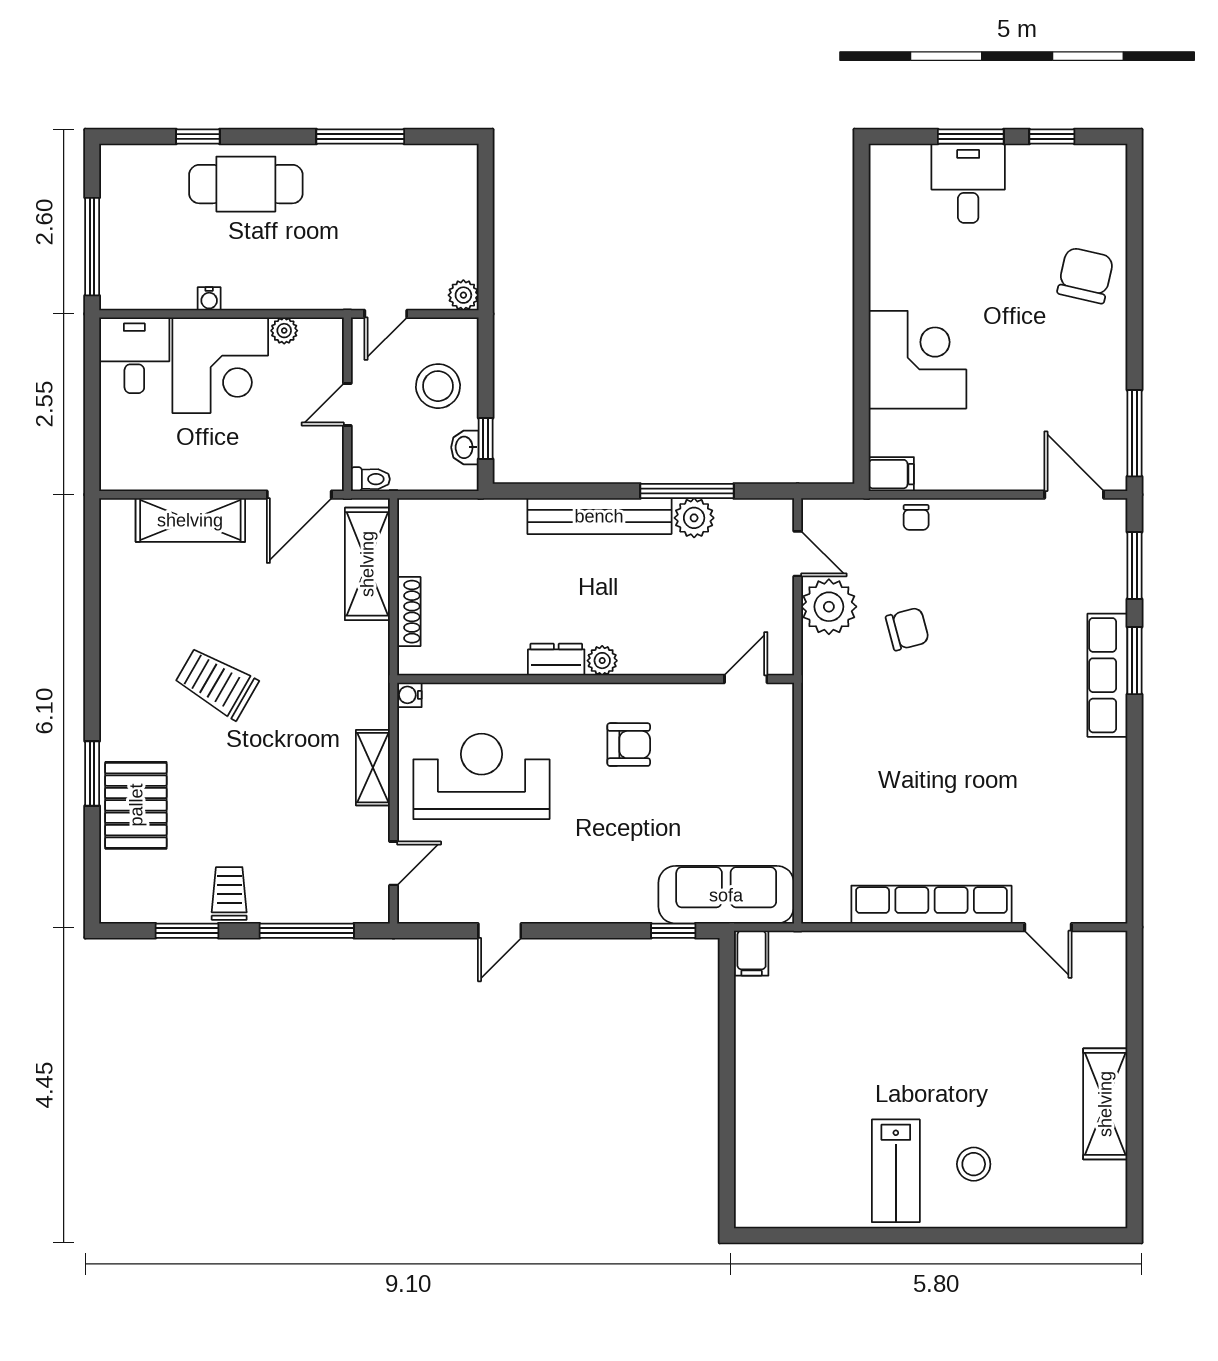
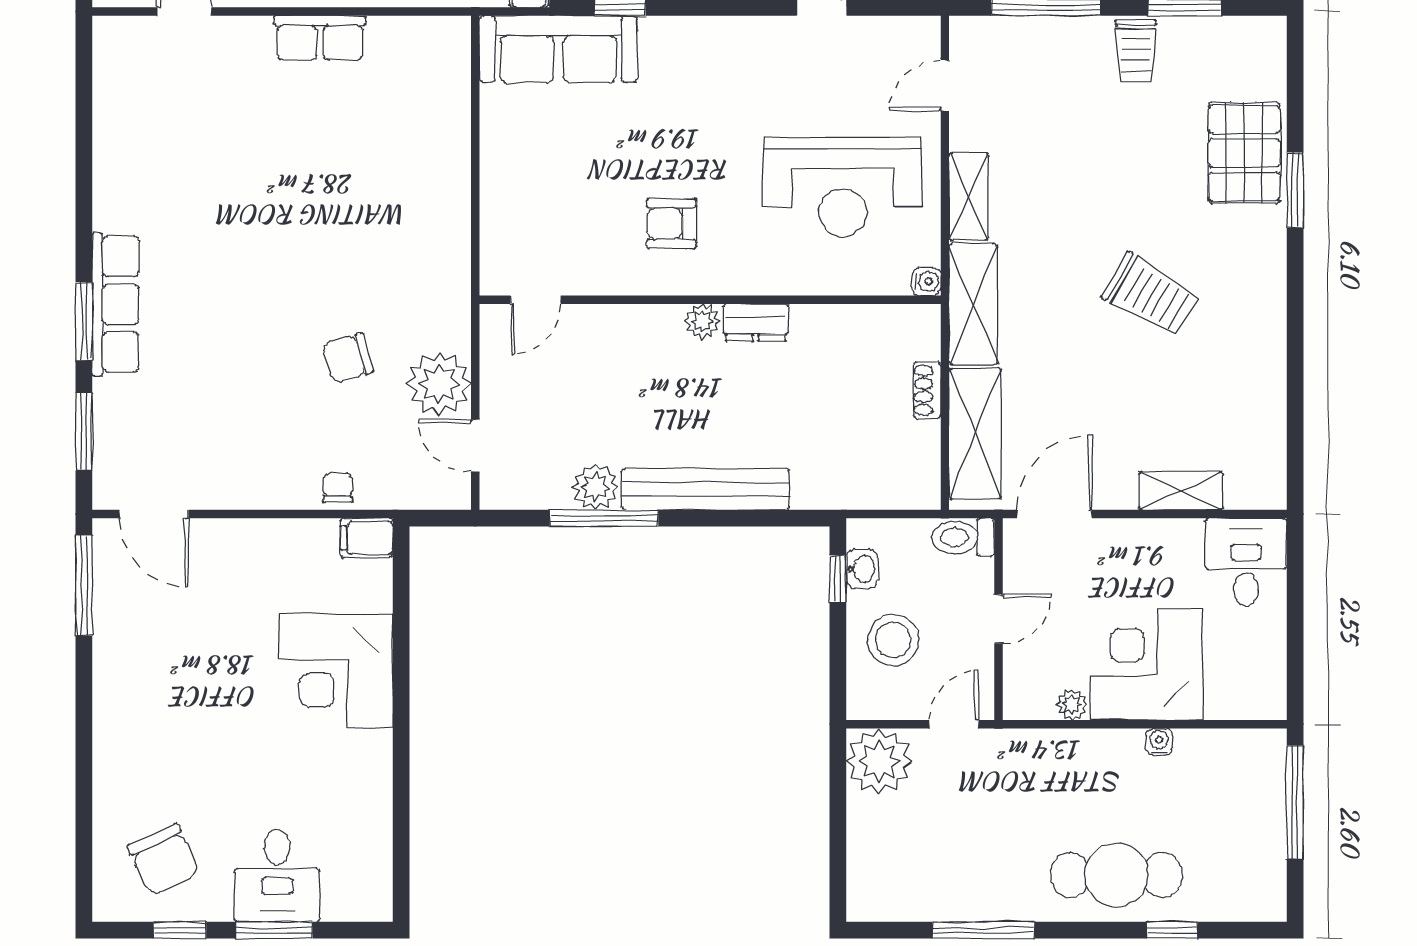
chair: (1085, 275) -> (164, 859), moved, turned -38
plant: (463, 295) -> (879, 761), width x1.88, depth x1.88
desk: (134, 355) -> (1246, 562), moved, turned 180
toilet: (370, 479) -> (963, 537), width x1.37, depth x1.39
shelving: (190, 520) -> (1181, 491), width x0.67, depth x0.75
shoe rack: (409, 612) -> (927, 390), width x0.70
shelving: (369, 675) -> (973, 304), added
row of seats: (931, 905) -> (320, 38), width x0.50

